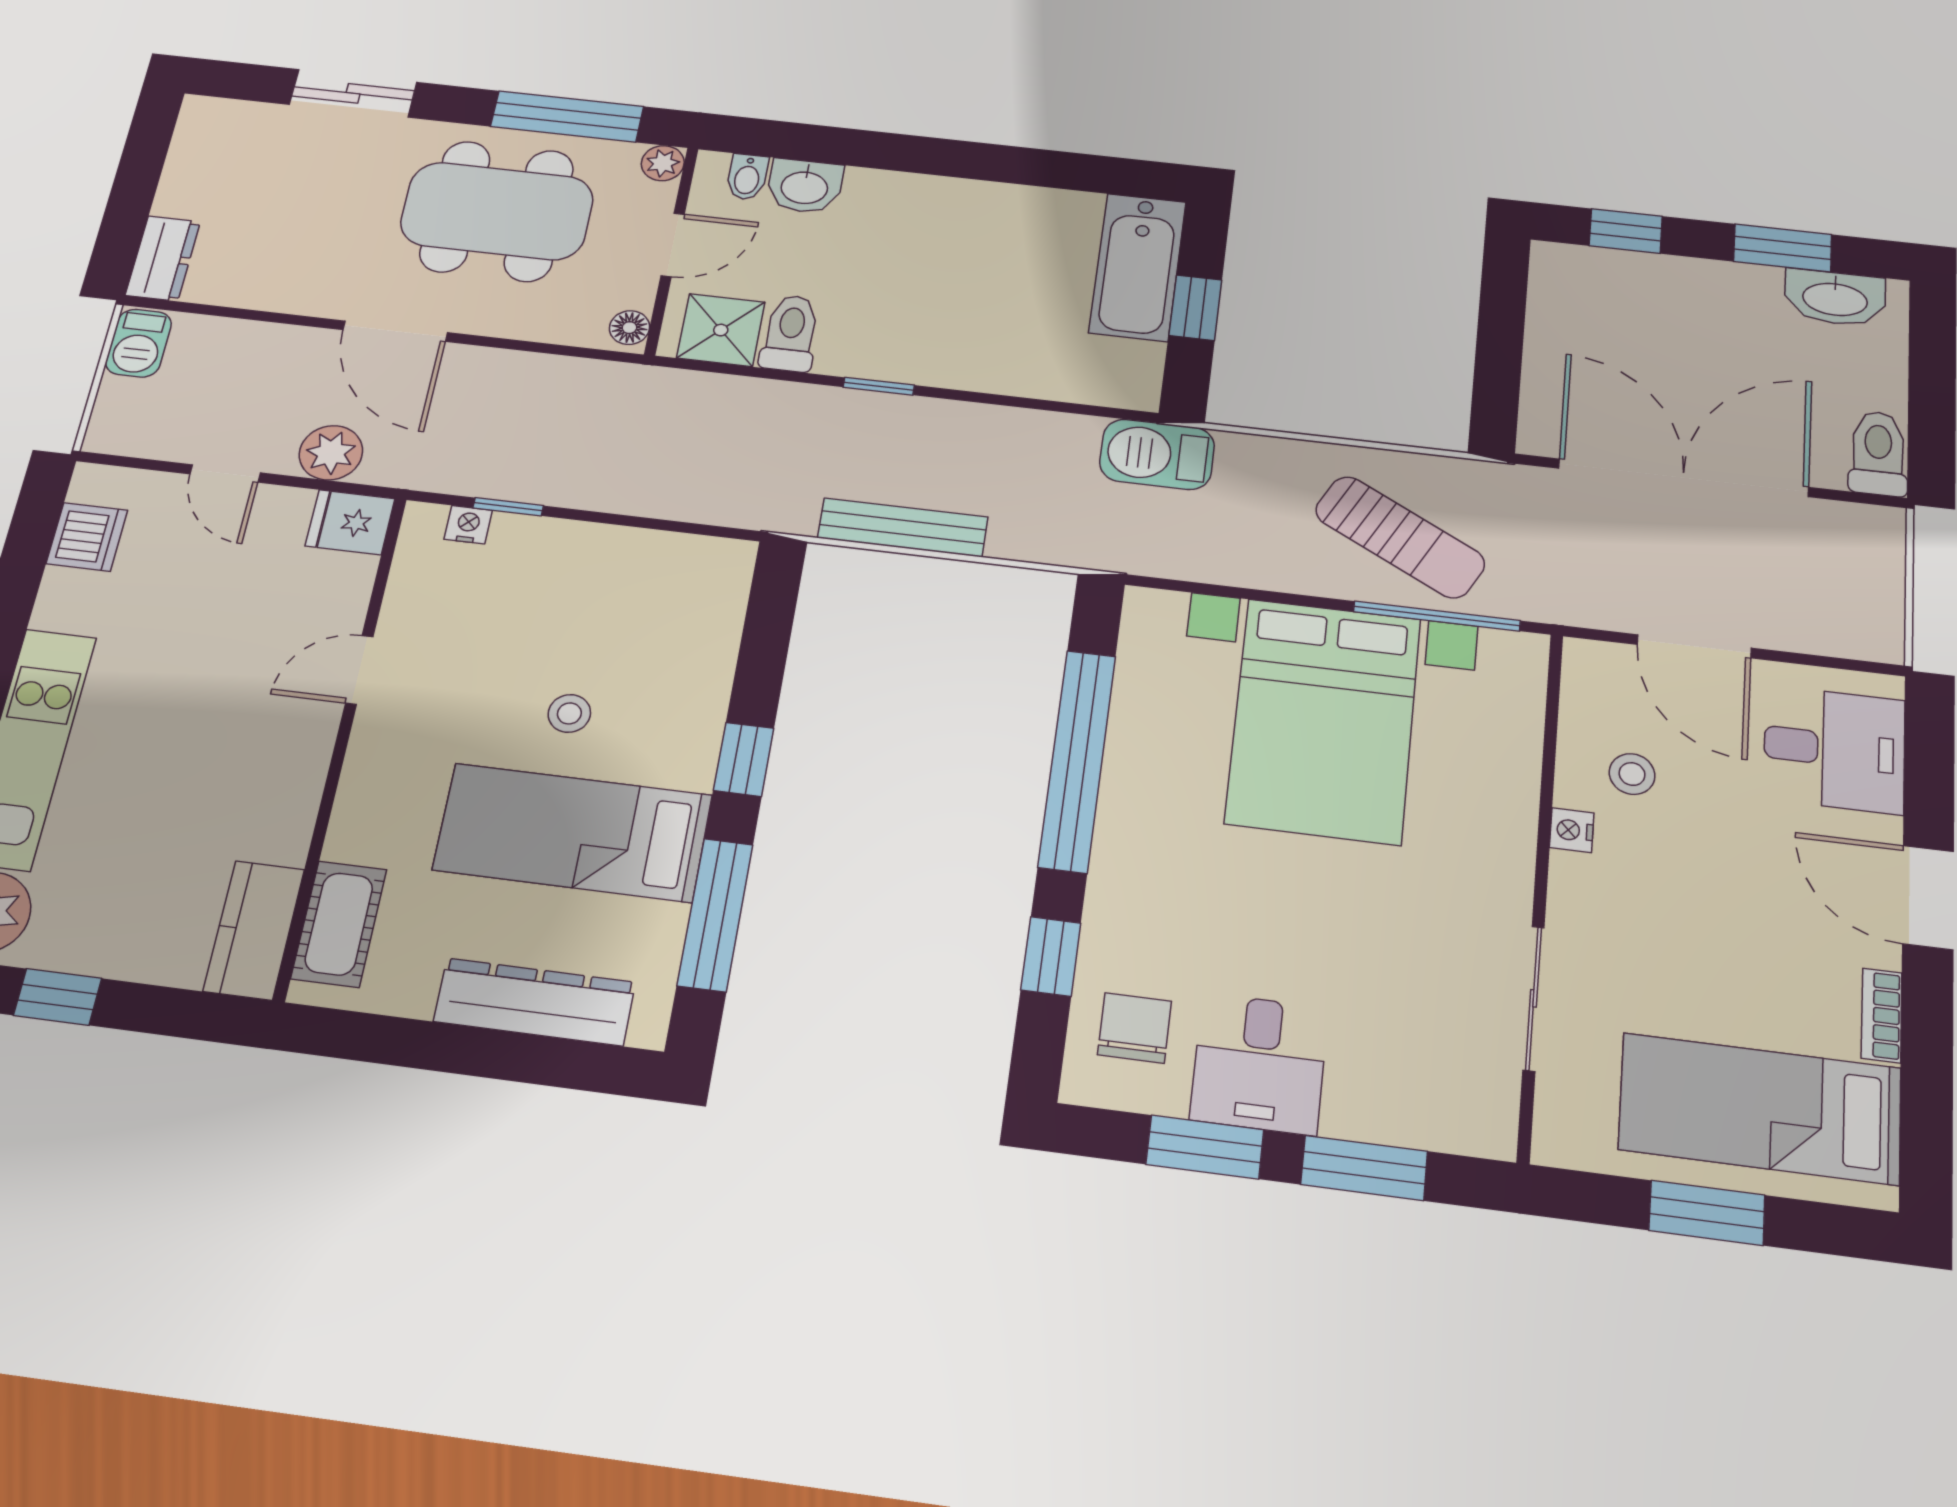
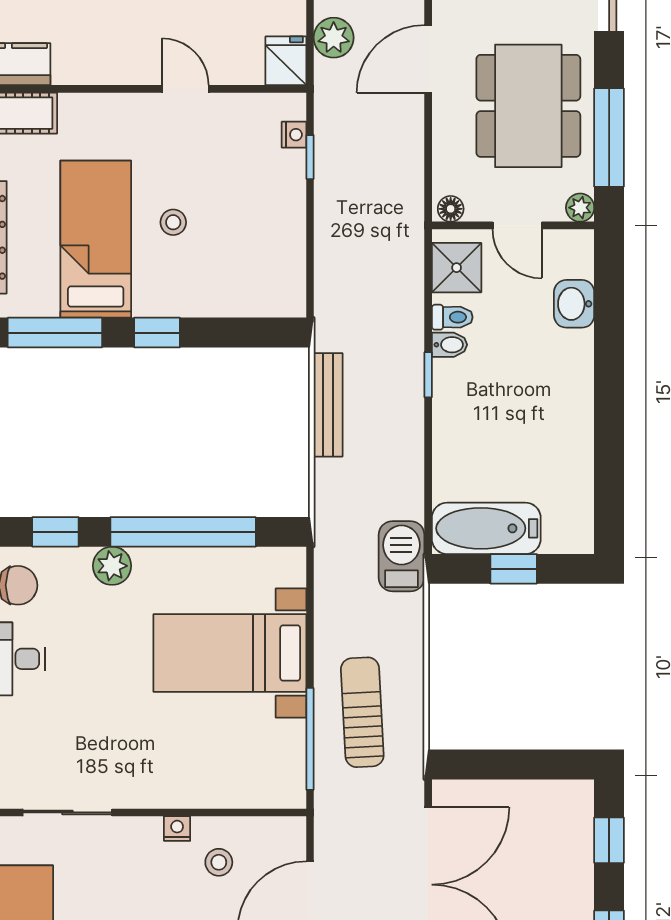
bidet: (747, 177) -> (450, 345), moved, turned 180
bathtub: (1138, 267) -> (486, 528), moved
toilet: (790, 333) -> (452, 317), width x0.73, depth x0.72
sun lounger: (1400, 537) -> (362, 712), turned 149
bed with nightstands: (1323, 720) -> (230, 653), width x0.73
plant: (1120, 875) -> (112, 566), added

